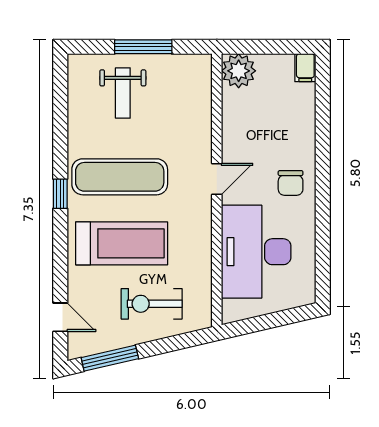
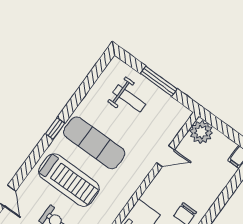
weight bench: (123, 93) -> (129, 98), turned -90
door: (217, 179) -> (166, 156), moved

